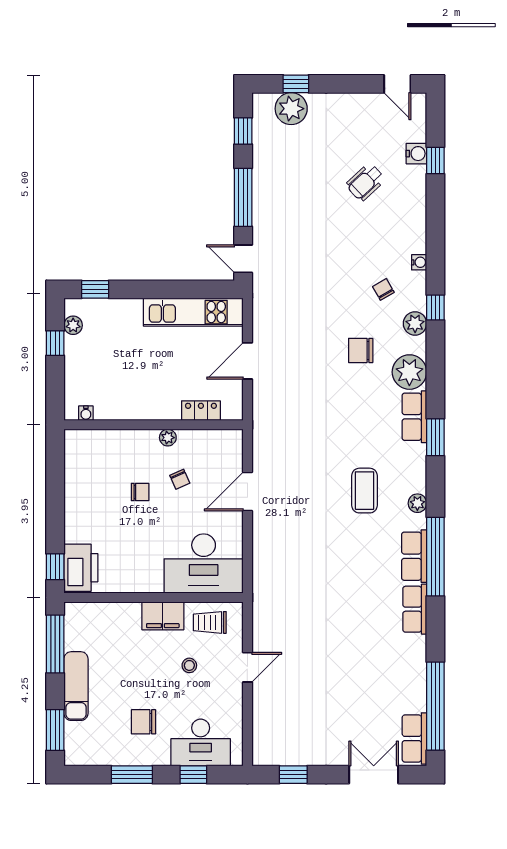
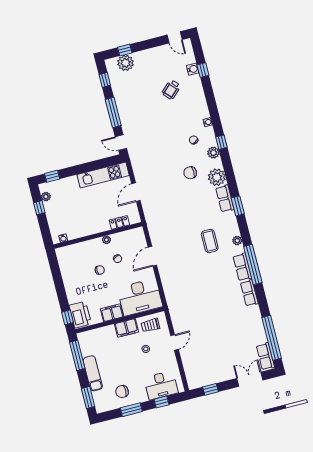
filing cabinet: (142, 580) -> (112, 313), added
chair: (143, 722) -> (122, 392), moved

